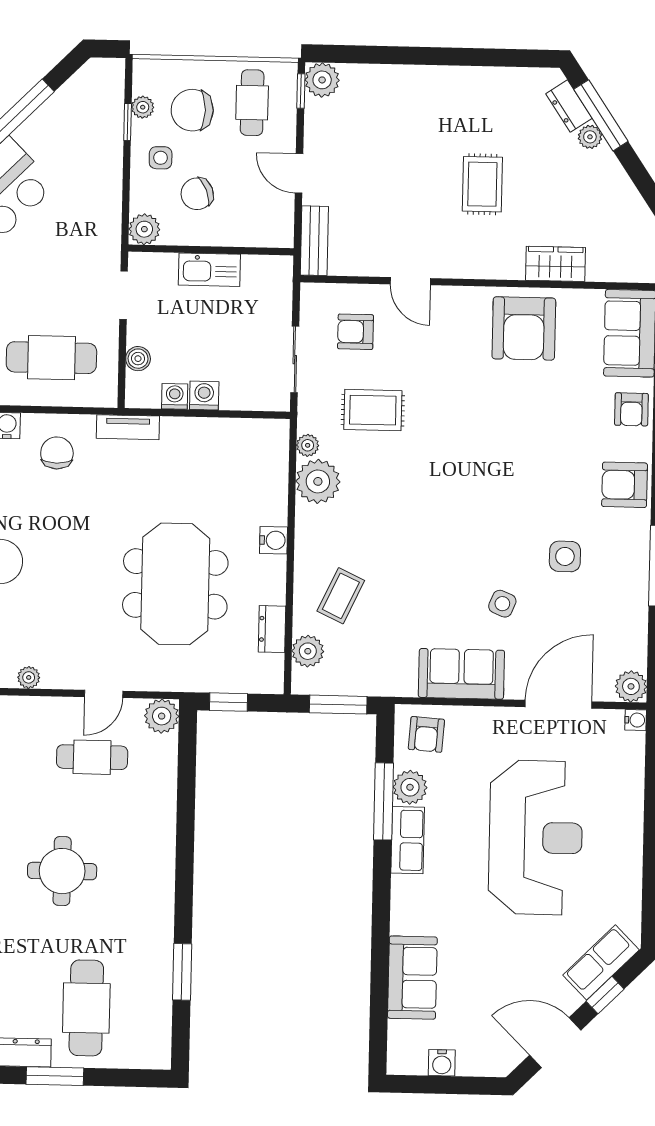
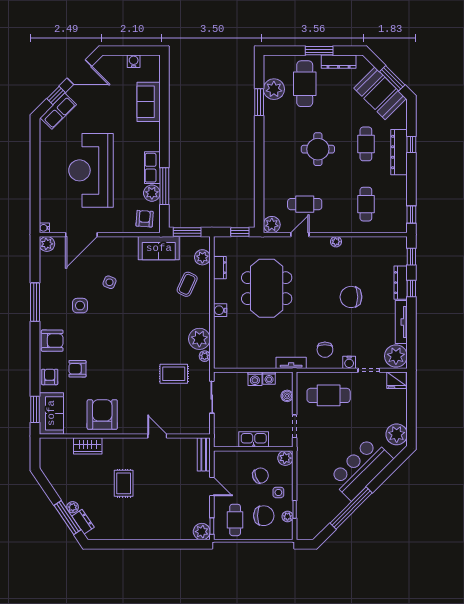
armchair: (355, 332) -> (77, 369), moved, turned 180
sofa: (461, 674) -> (159, 248), moved
plant: (151, 998) -> (274, 89), added

